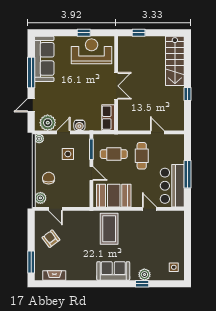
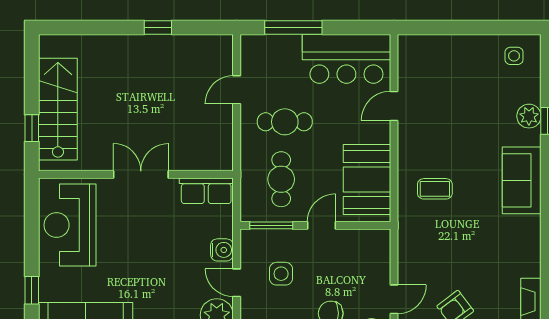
window: (84, 33) -> (32, 290), moved
stairs: (175, 61) -> (58, 109), moved, turned -90
window: (188, 174) -> (293, 28), moved
coffee table: (109, 229) -> (435, 189), width x0.54, depth x0.58

